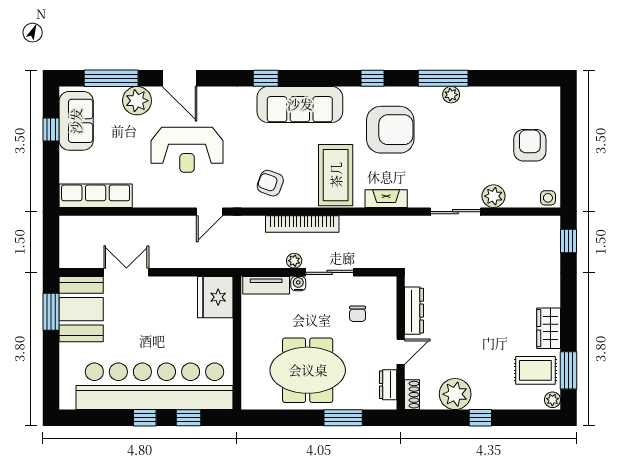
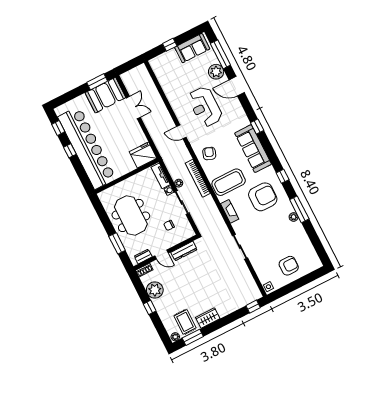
door: (180, 78) -> (237, 86), hinge flipped
window: (51, 129) -> (170, 45), moved
armchair: (390, 130) -> (263, 197), turned -90
row of seats: (96, 196) -> (162, 75), removed
plant: (494, 196) -> (256, 261), removed
window: (188, 418) -> (58, 128), moved

